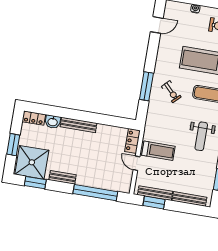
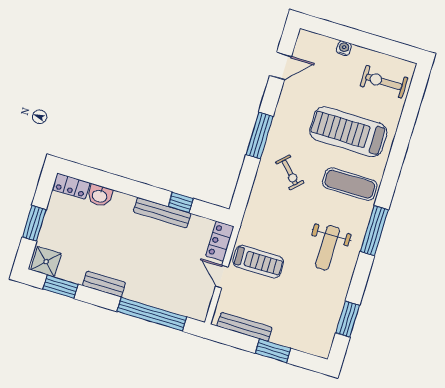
window: (146, 86) -> (260, 136), moved
window: (104, 120) -> (181, 202), added
bench: (78, 125) -> (162, 213), moved
shower: (32, 162) -> (46, 262), width x0.54, depth x0.54
bench: (189, 199) -> (297, 343), removed
window: (154, 203) -> (273, 351), moved

